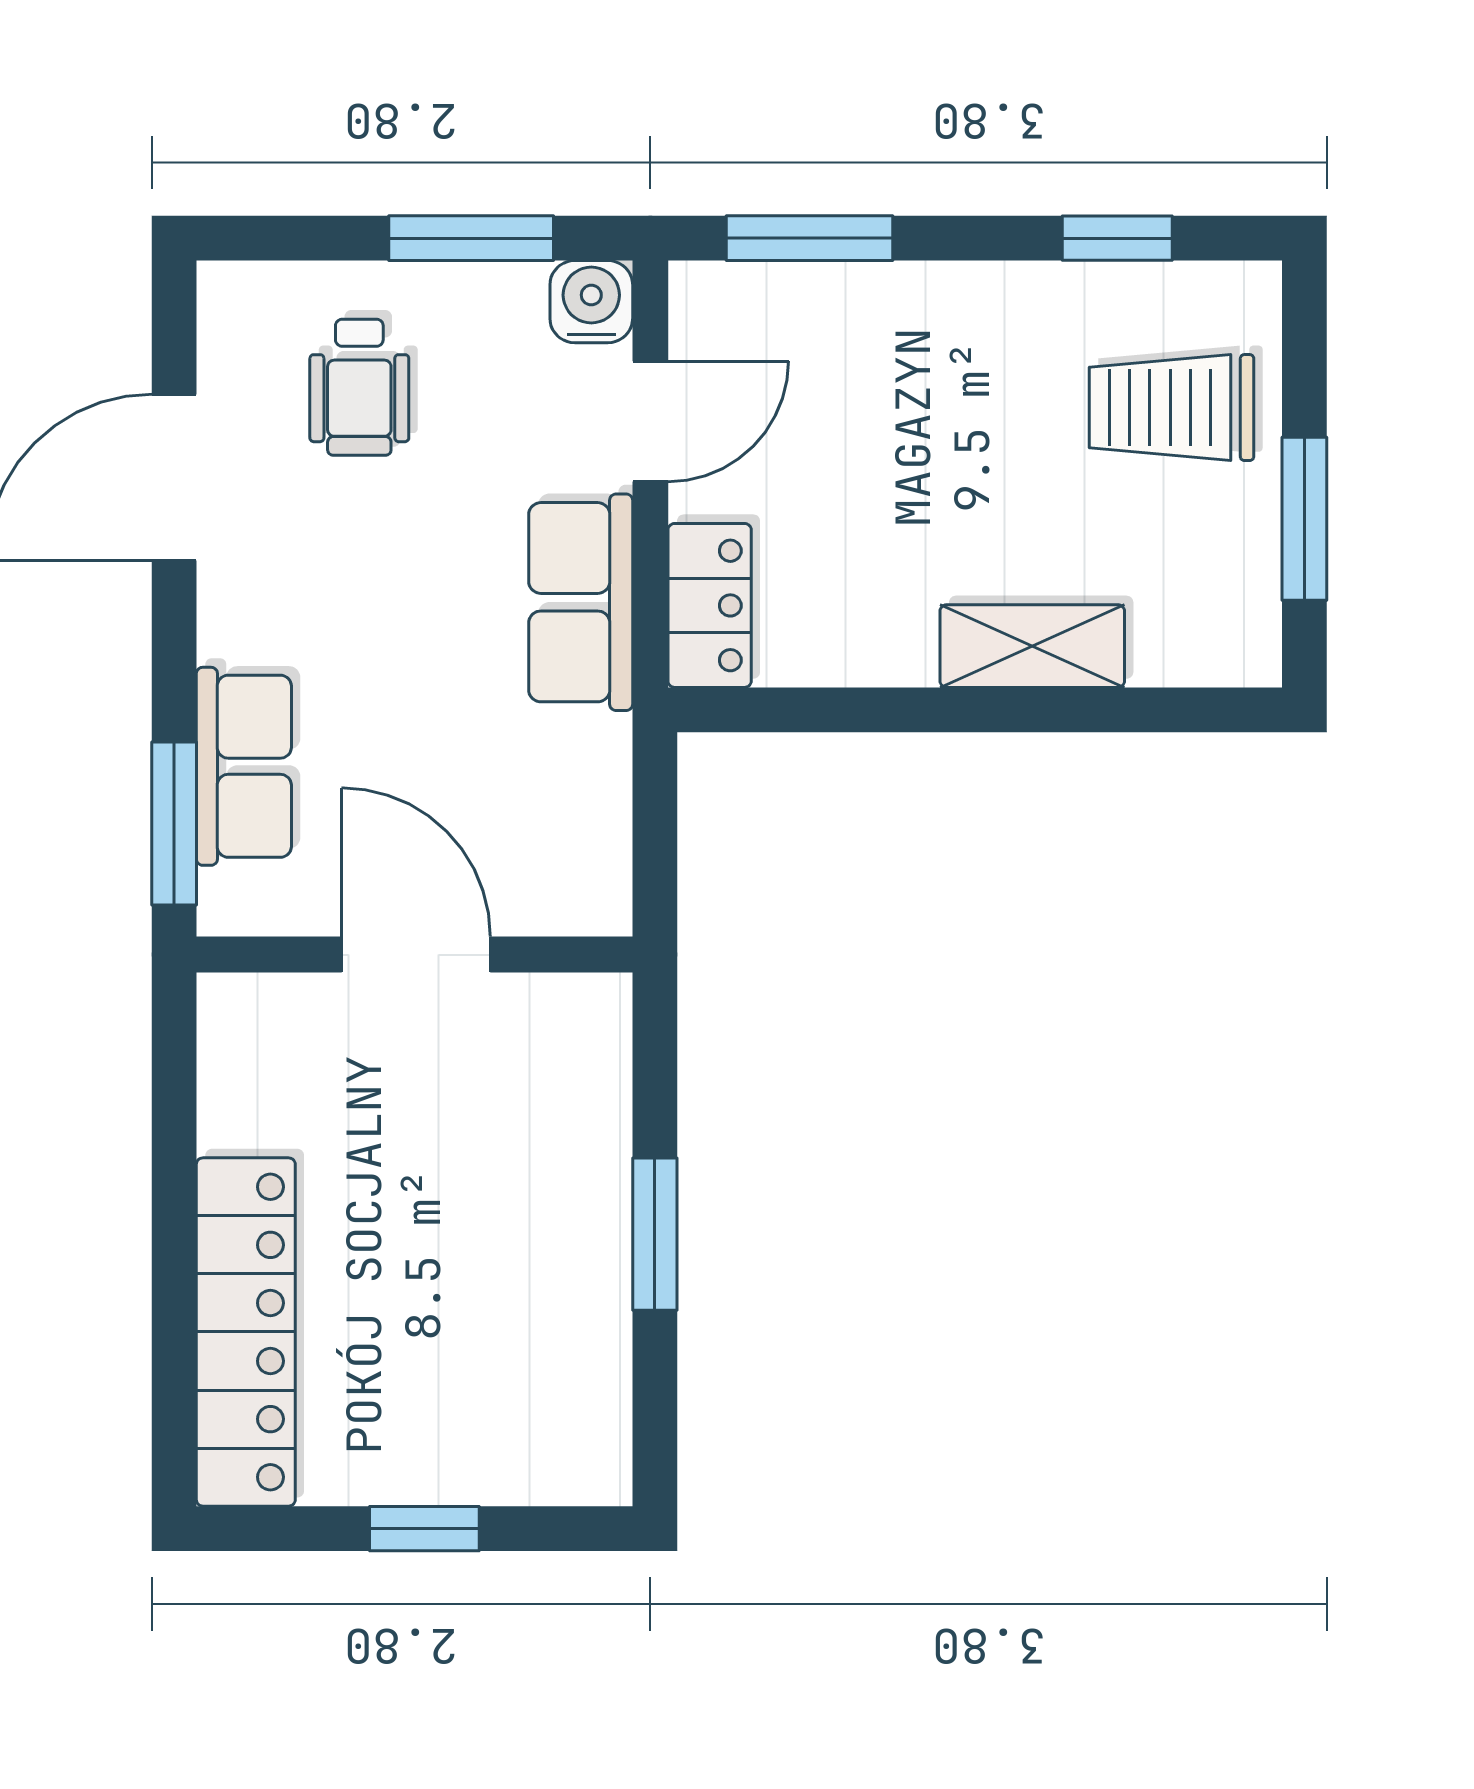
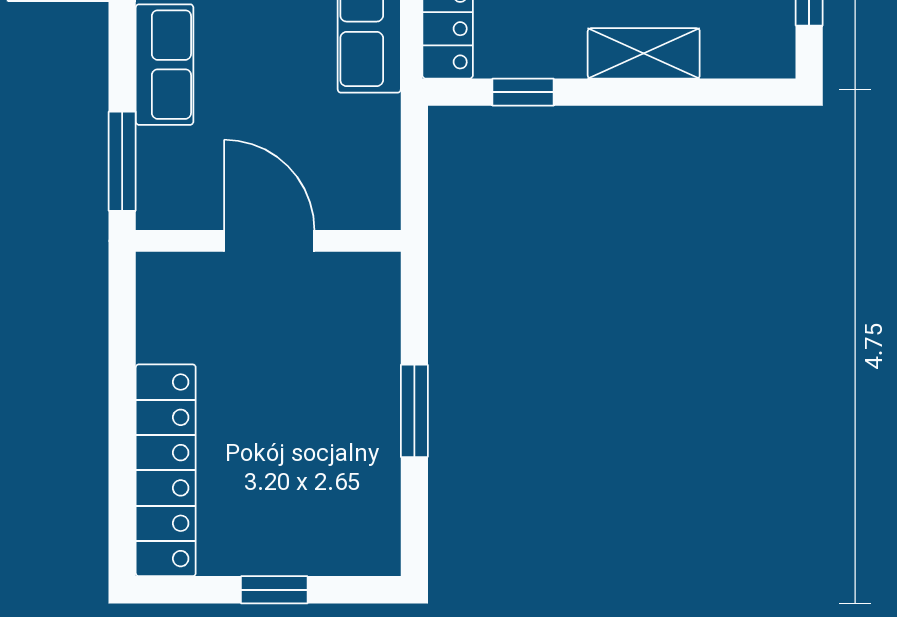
window: (834, 710) -> (523, 92), added
row of seats: (244, 766) -> (165, 65), moved

